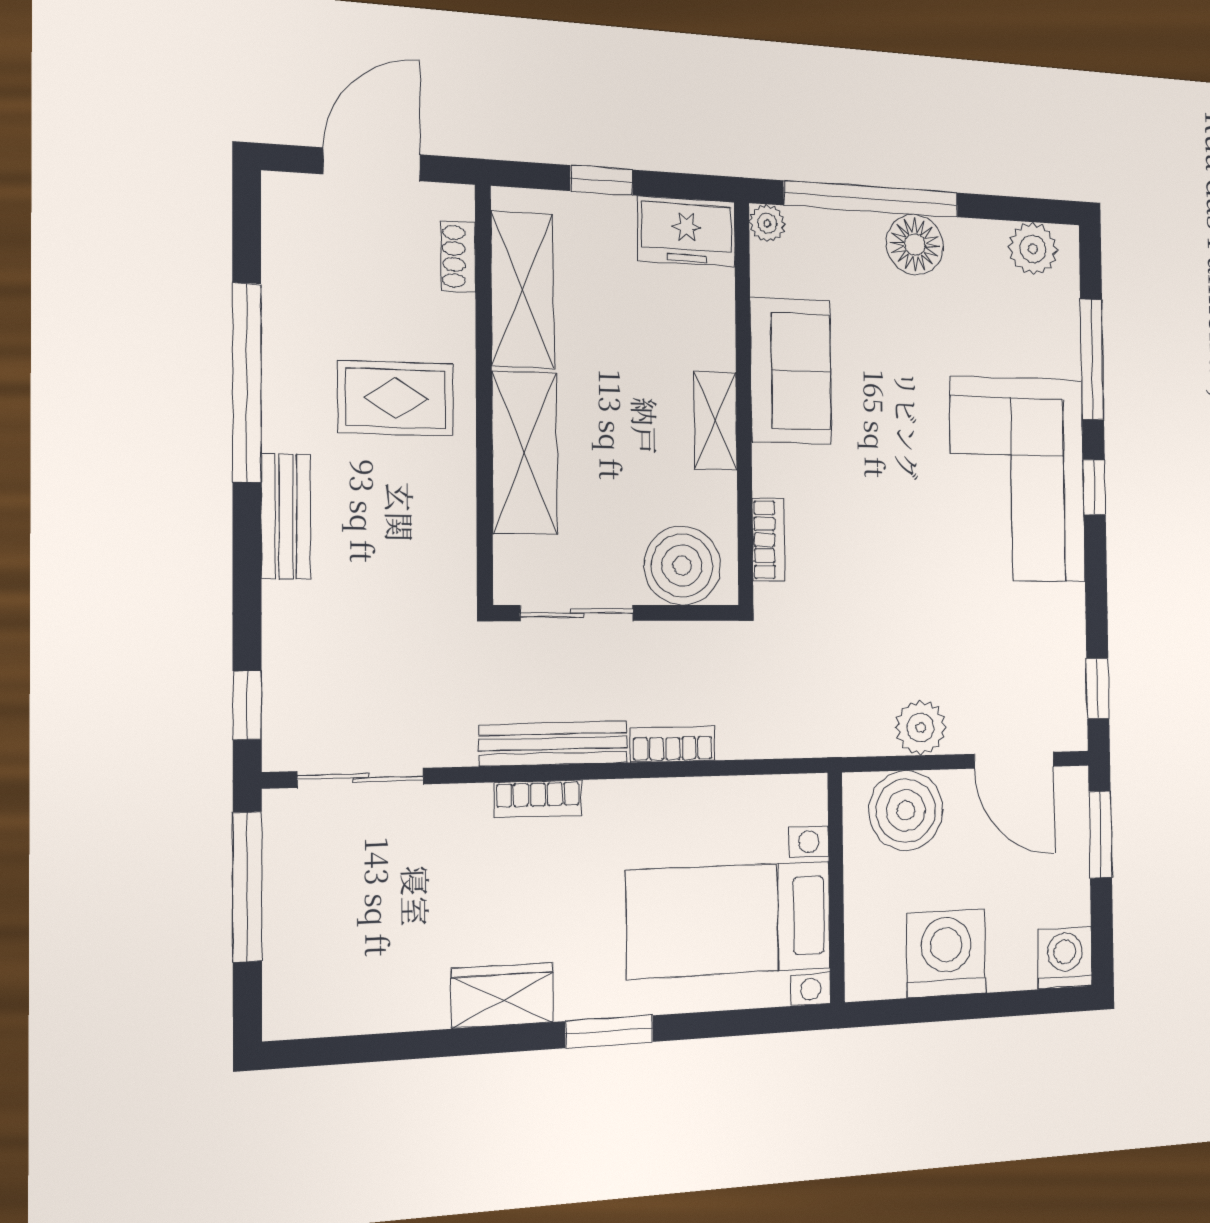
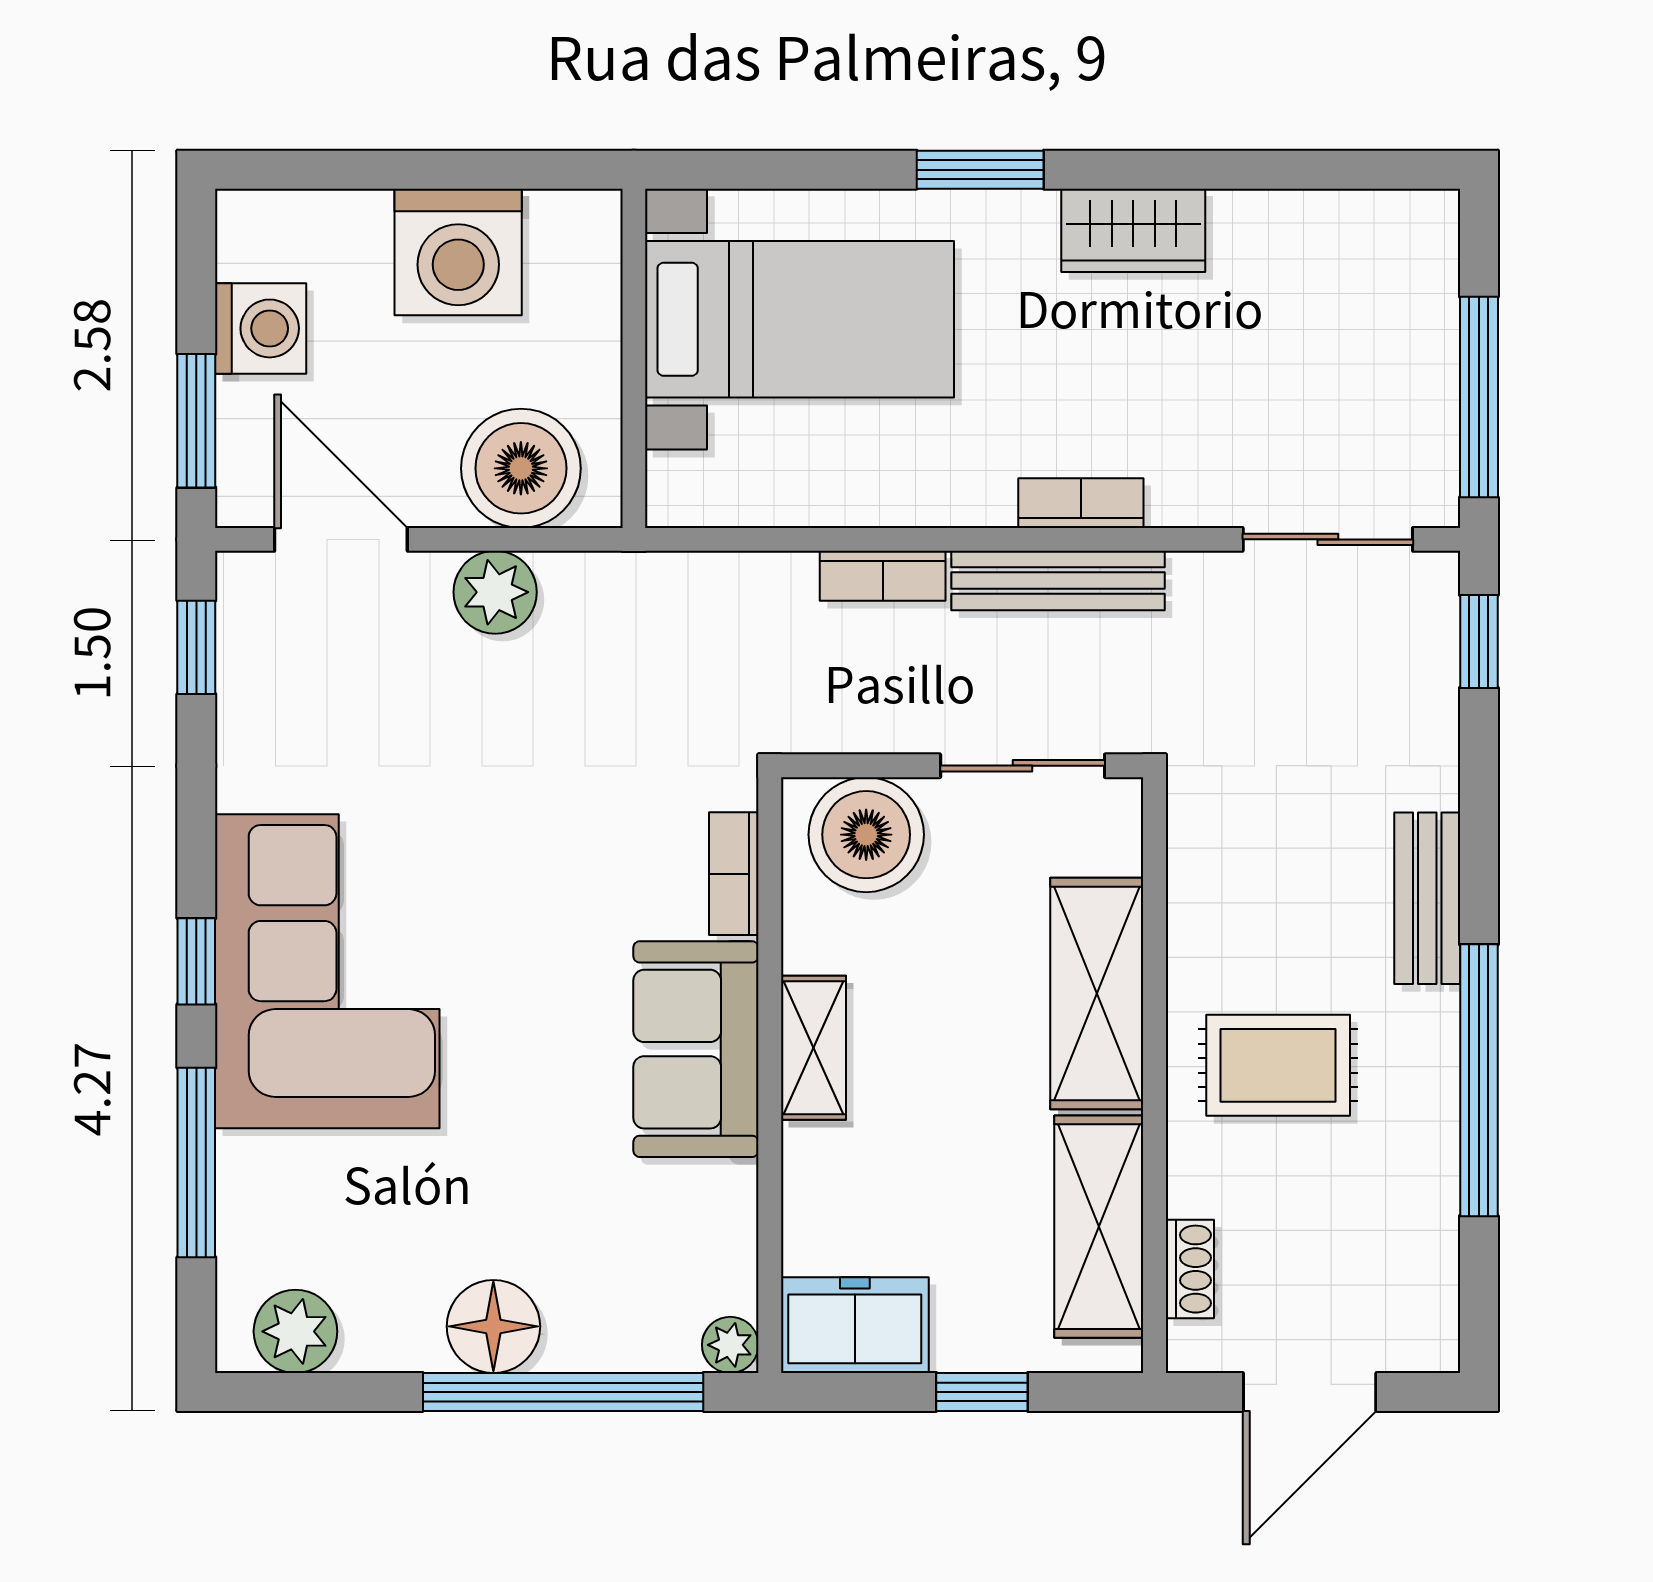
sofa: (791, 371) -> (696, 1049), moved
washing machine: (1065, 958) -> (261, 328), moved, turned -90

